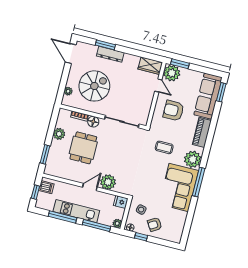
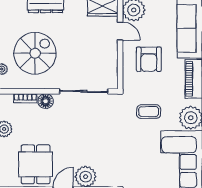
armchair: (174, 111) -> (149, 59), turned -90
dining table: (83, 148) -> (36, 164), moved

